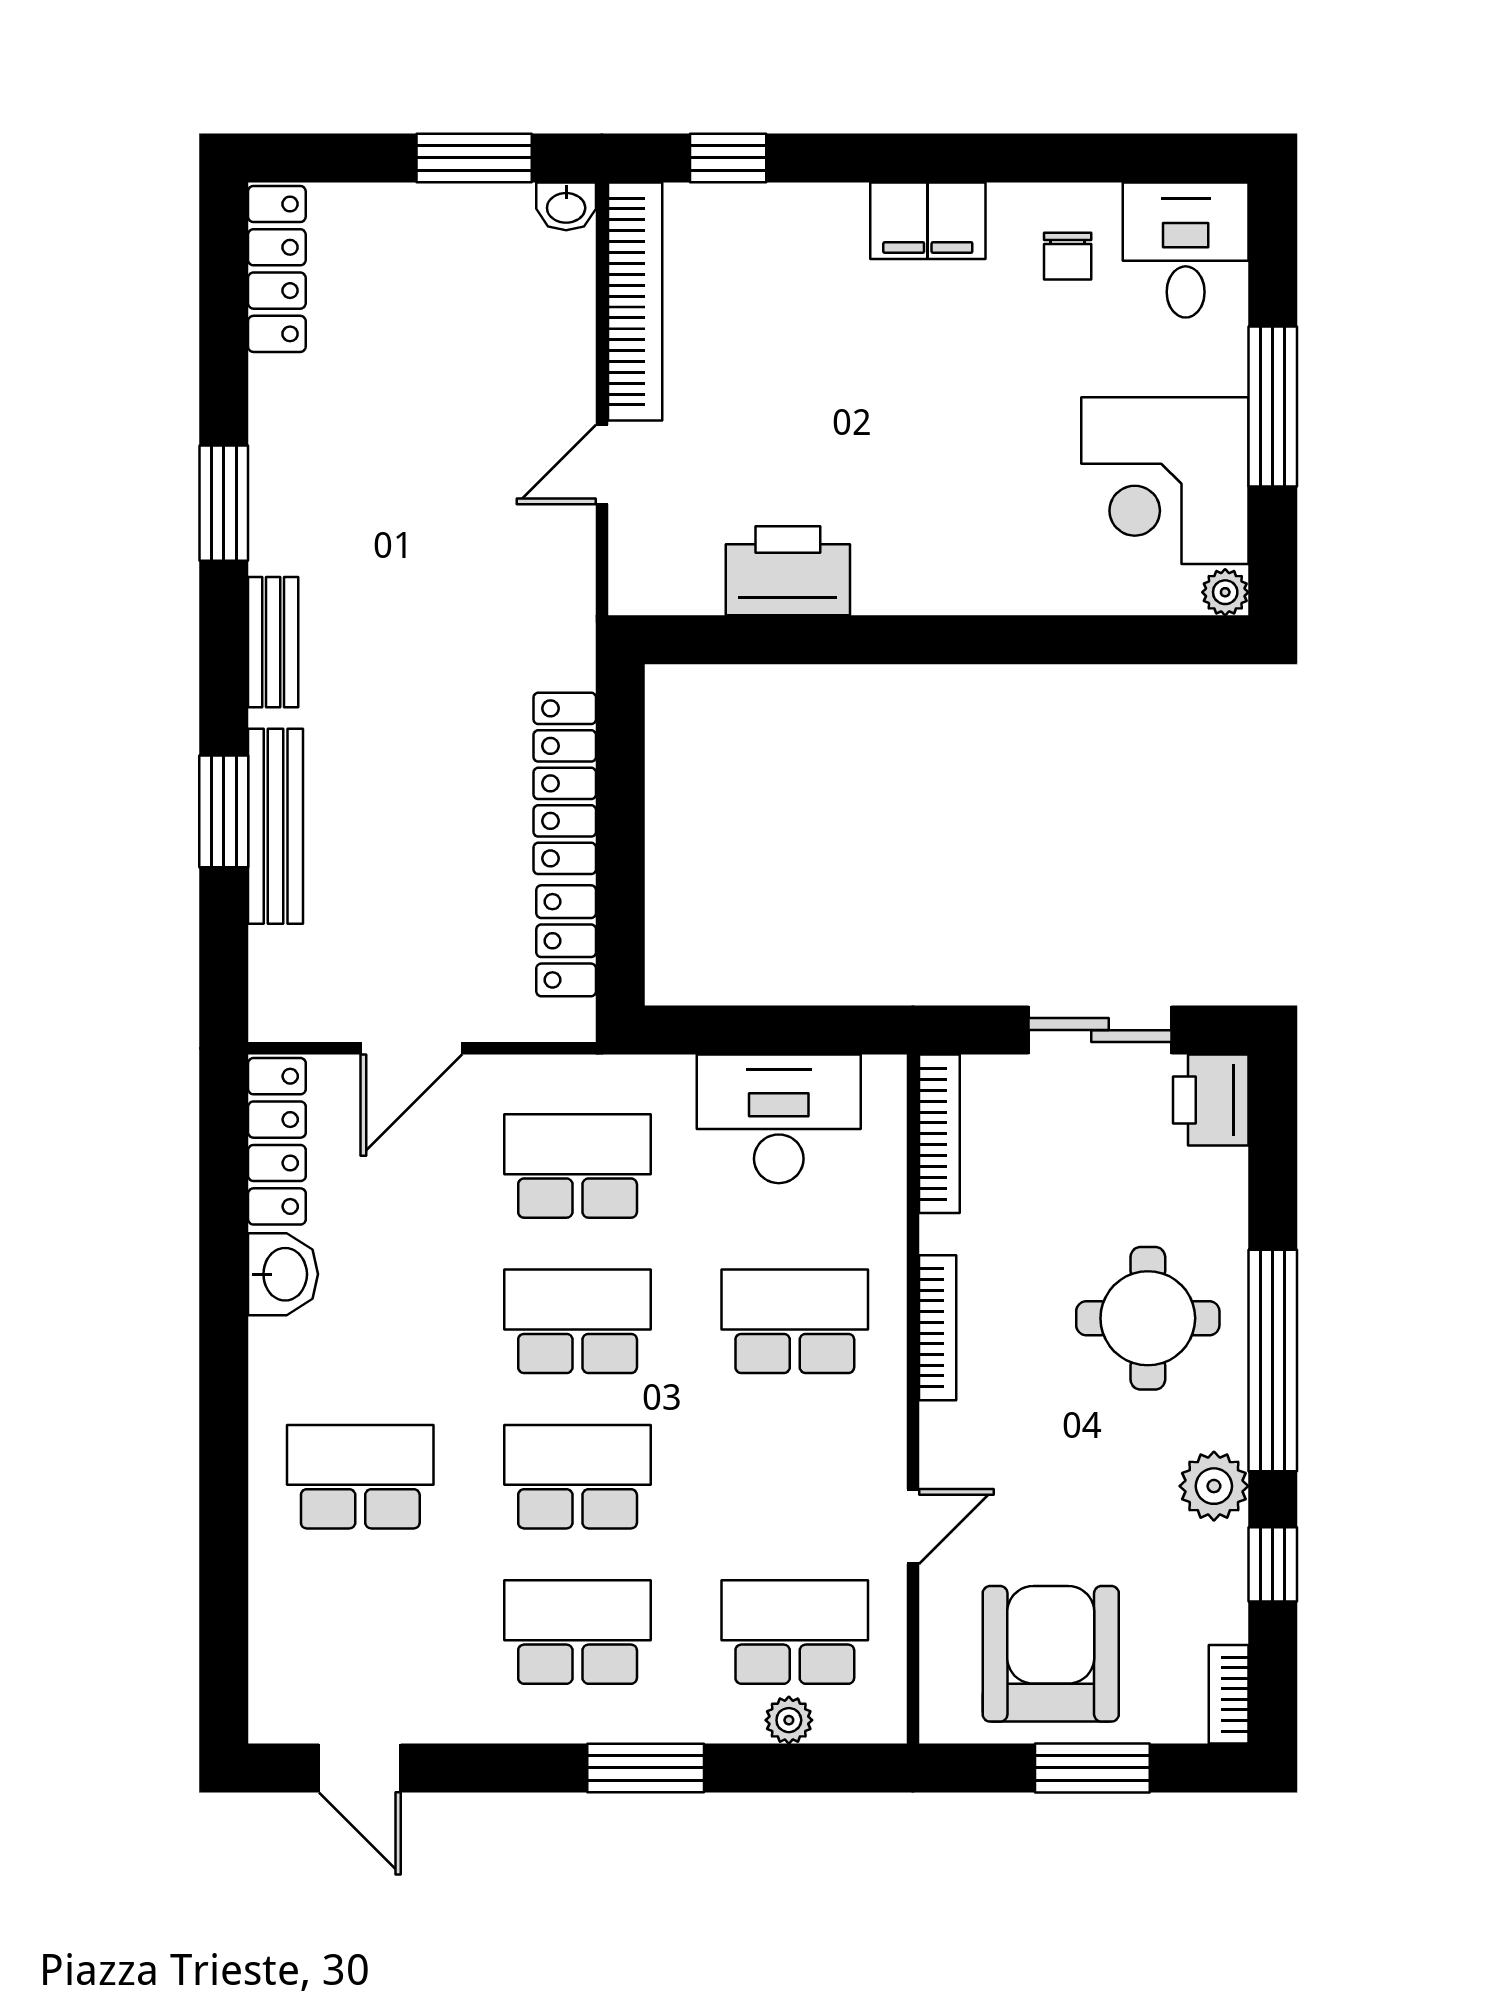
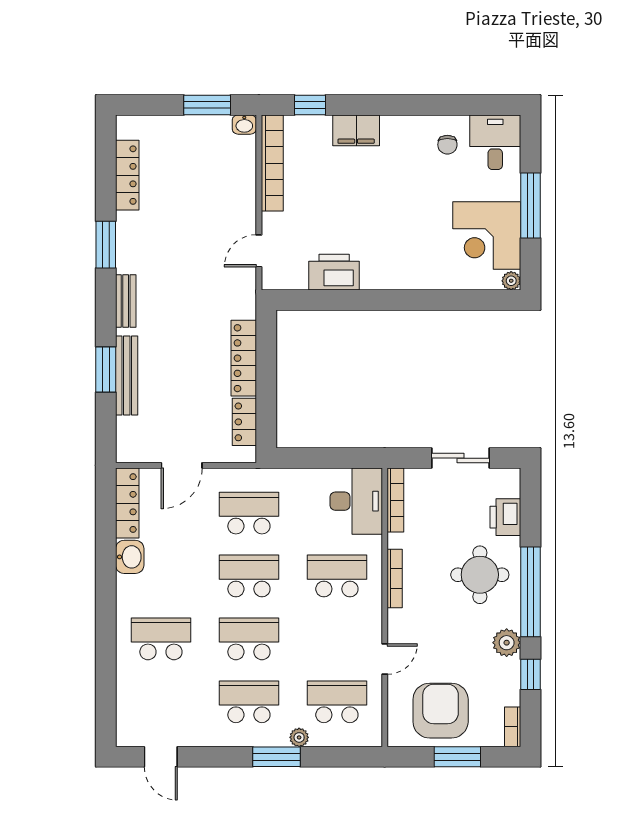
filing cabinet: (928, 221) -> (356, 130), moved
locker: (277, 269) -> (127, 175), moved
door: (602, 465) -> (259, 251), moved
printer: (1211, 1100) -> (505, 517), moved
desk: (779, 1119) -> (356, 501), moved, turned 90
plant: (789, 1720) -> (299, 737), moved

